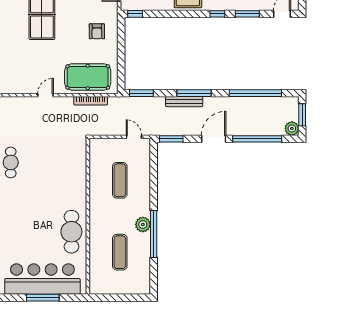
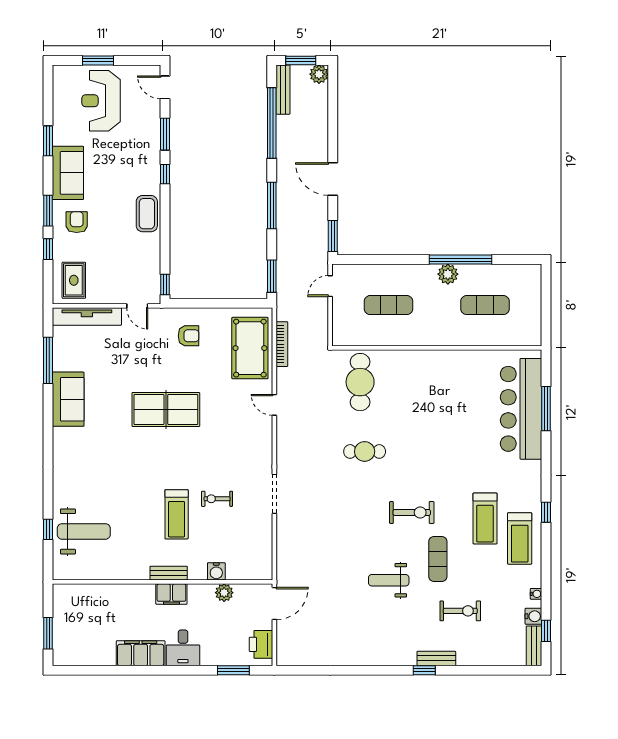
bench: (184, 102) -> (283, 90), moved
window: (257, 139) -> (333, 121), removed
cafe table: (71, 232) -> (360, 382), moved, turned 90

